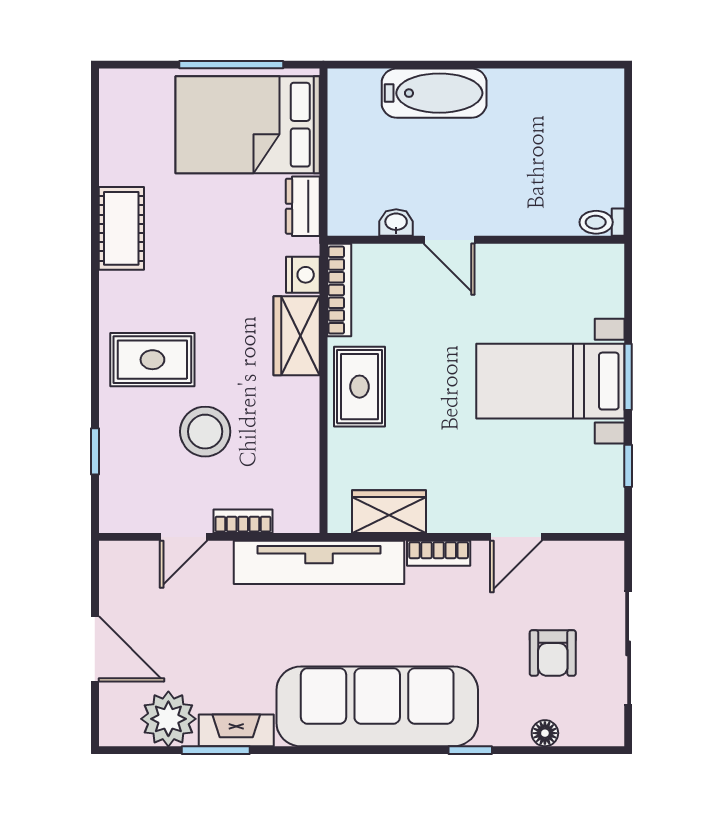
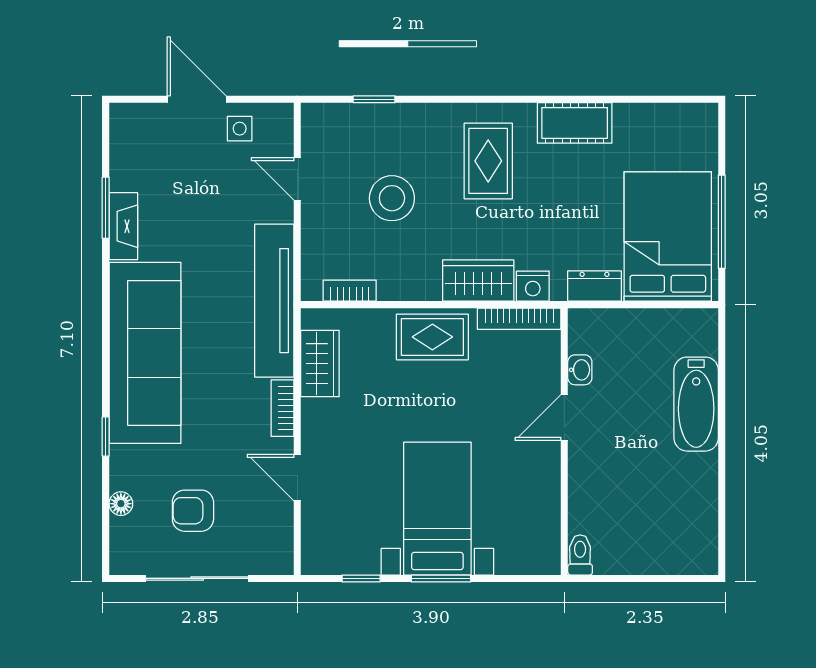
rug: (152, 360) -> (488, 161), moved
bookcase: (243, 521) -> (350, 291), moved, turned -90
side table: (128, 601) -> (240, 129), added
door: (95, 649) -> (197, 99), swing flipped
plant: (168, 719) -> (134, 165), removed

